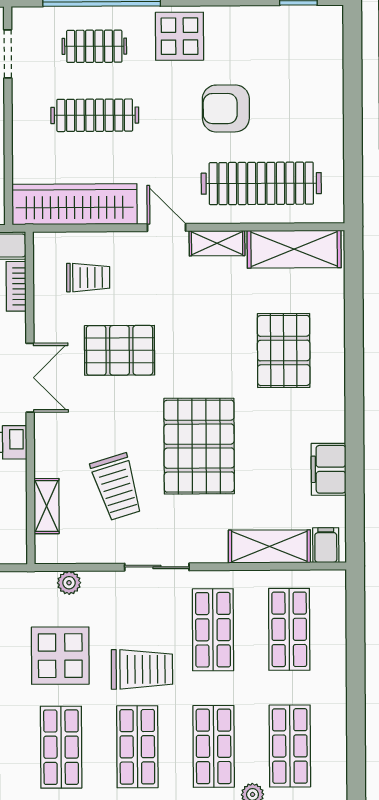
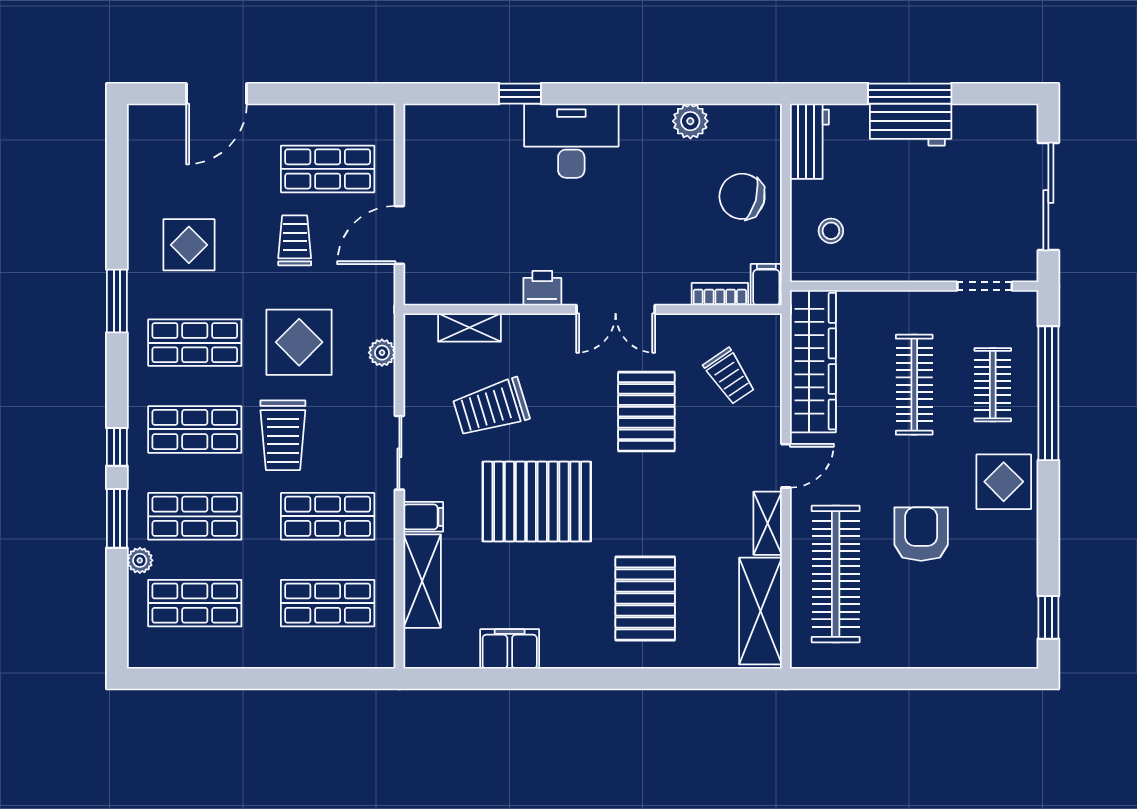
trolley: (88, 277) -> (729, 376), turned -34
pallet: (284, 350) -> (645, 598), turned 90
filing cabinet: (326, 545) -> (423, 517), moved

